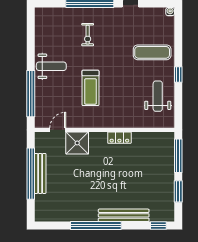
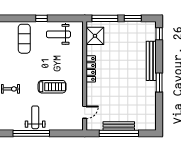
window: (31, 94) -> (31, 133), moved
door: (58, 130) -> (85, 112), swing flipped
locker: (119, 138) -> (91, 69), width x1.53
shower: (77, 143) -> (95, 36), moved
window: (96, 225) -> (159, 82), width x0.47

